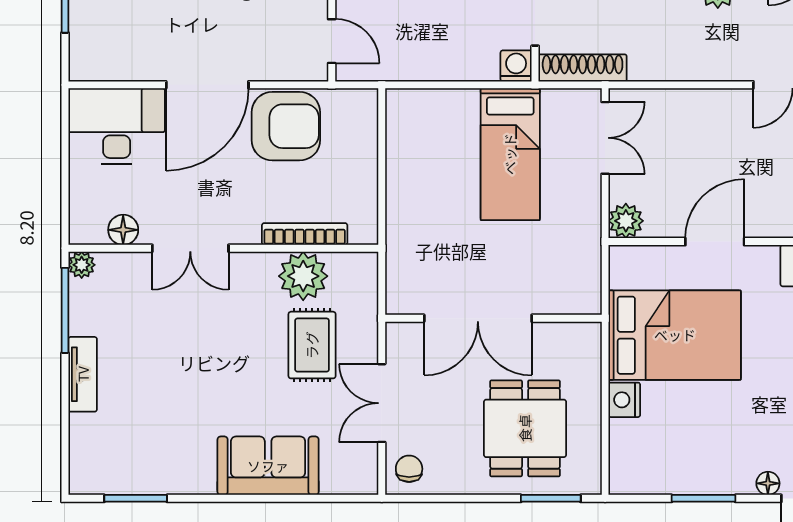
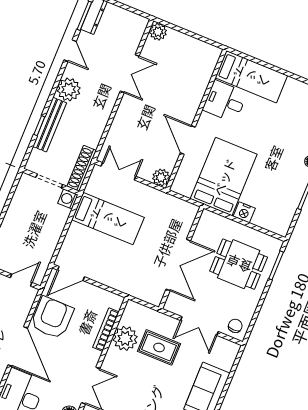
door: (382, 128) -> (71, 273), added
chair: (409, 469) -> (235, 326), turned 90

